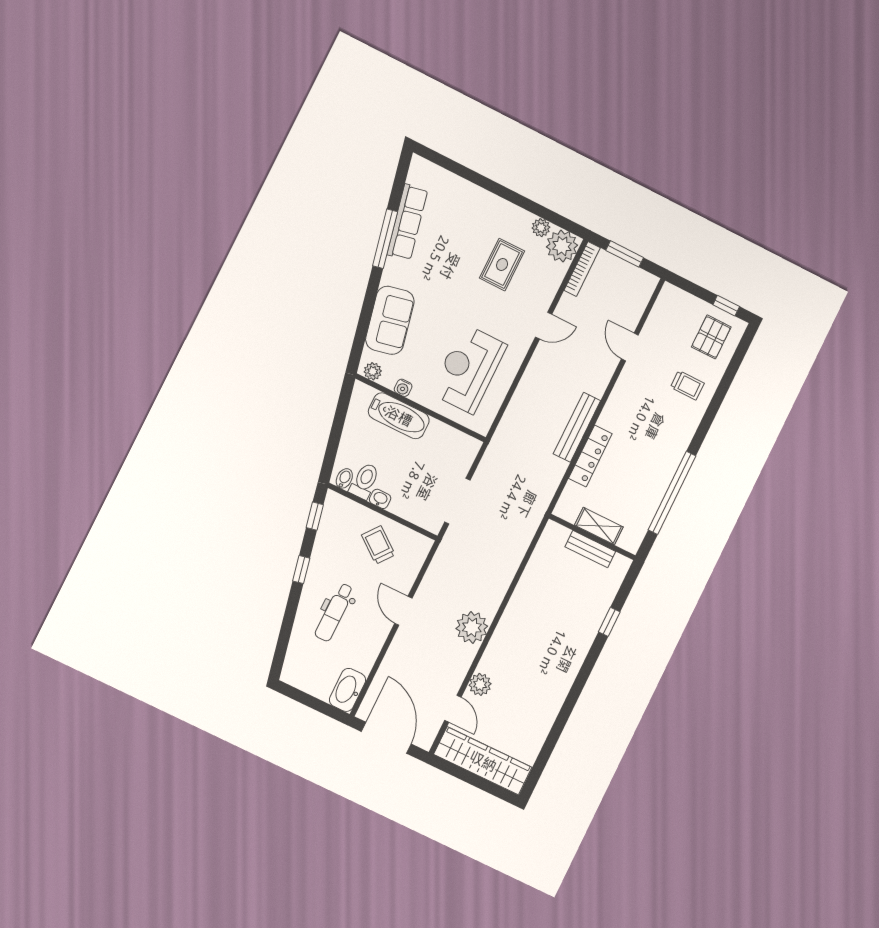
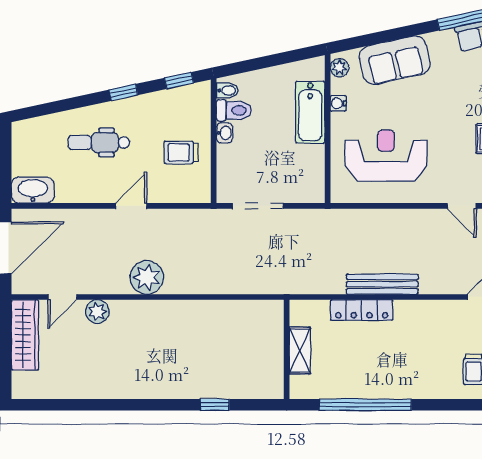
trolley: (378, 545) -> (181, 152), turned -128
bench: (590, 549) -> (274, 353), removed
wardrobe: (483, 761) -> (25, 335), width x0.71, depth x0.85

